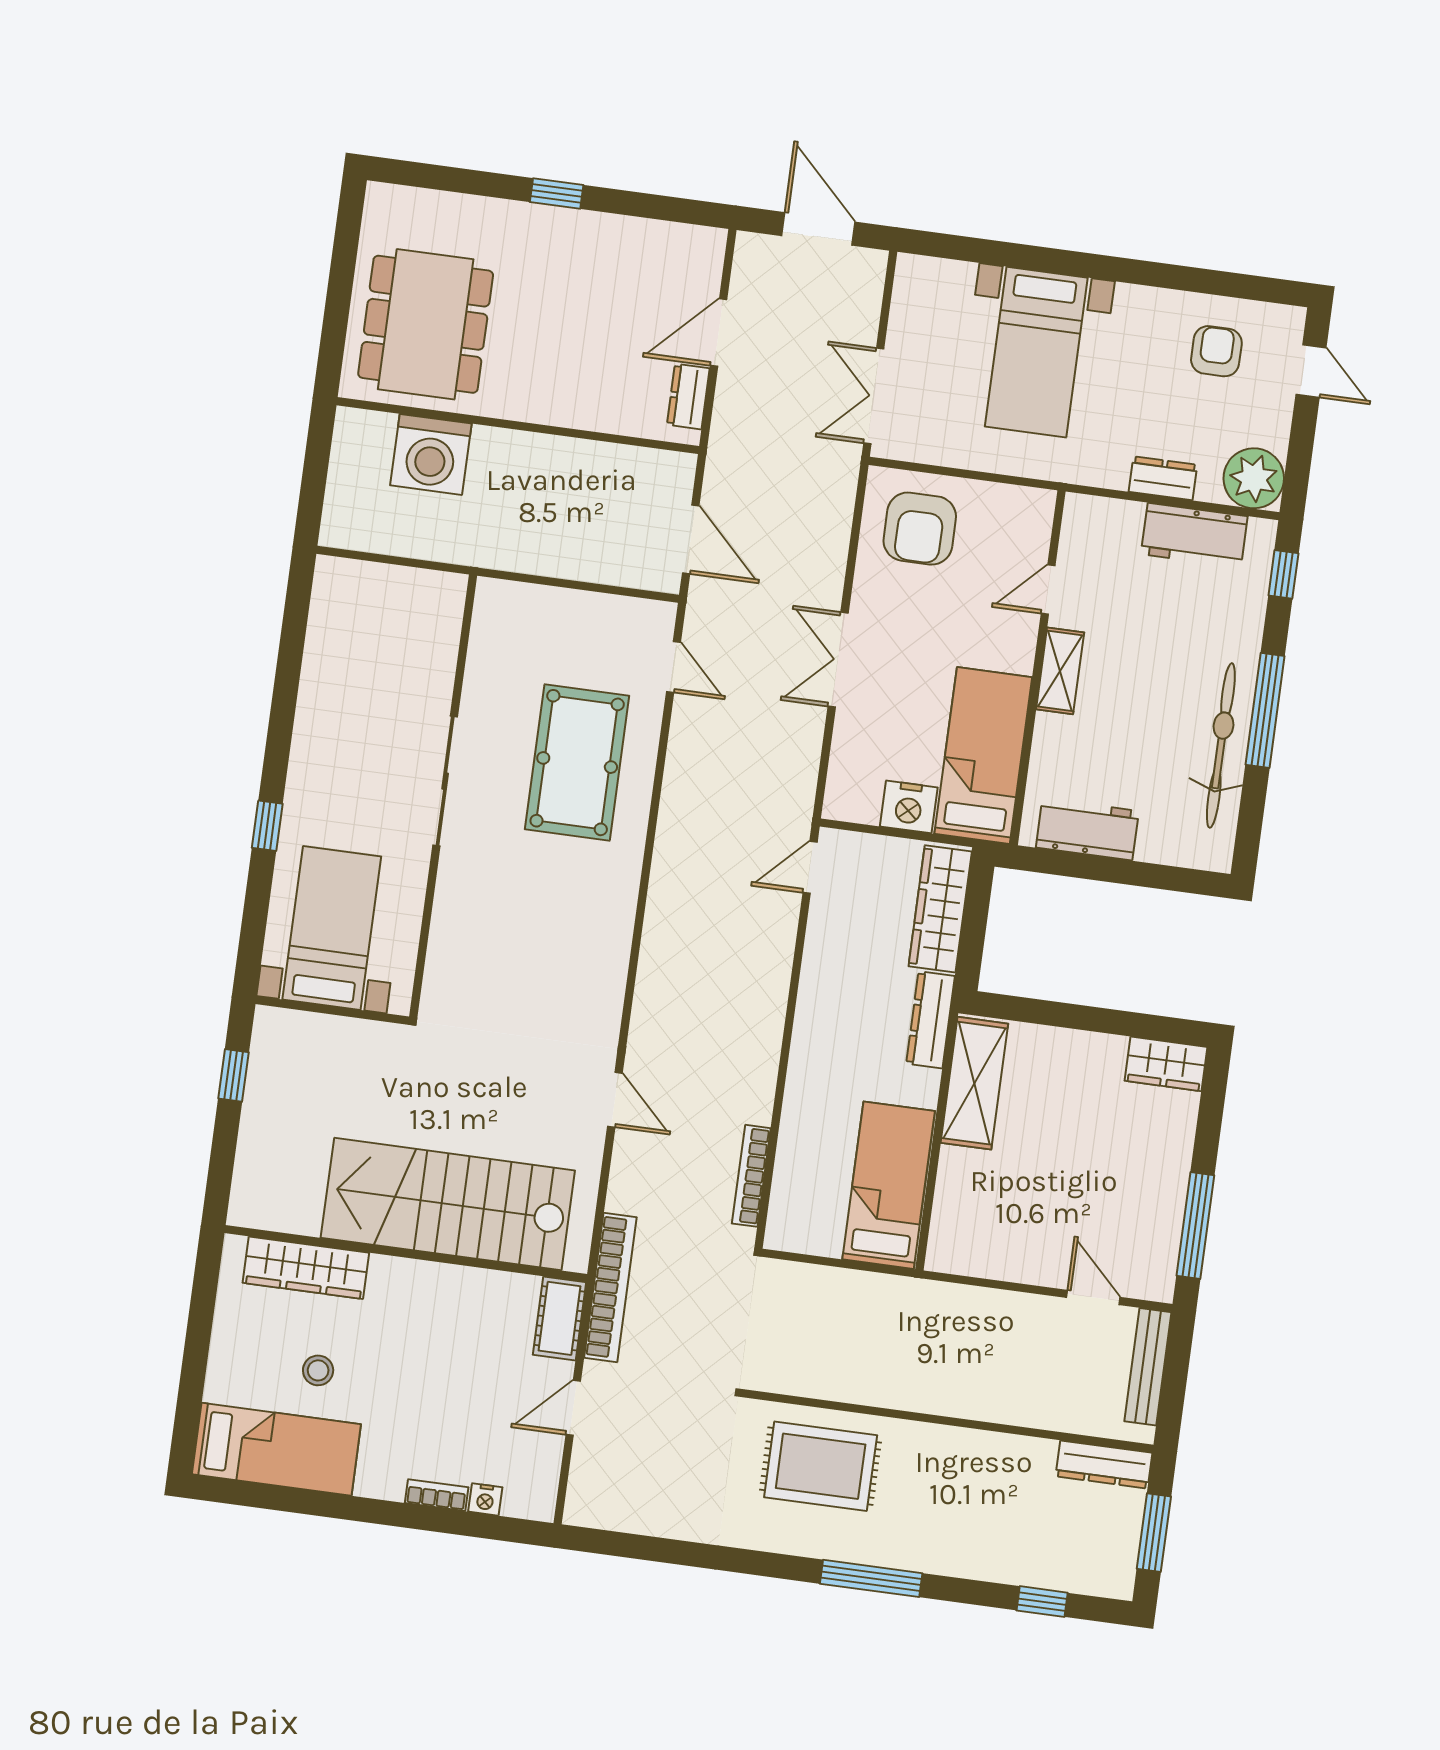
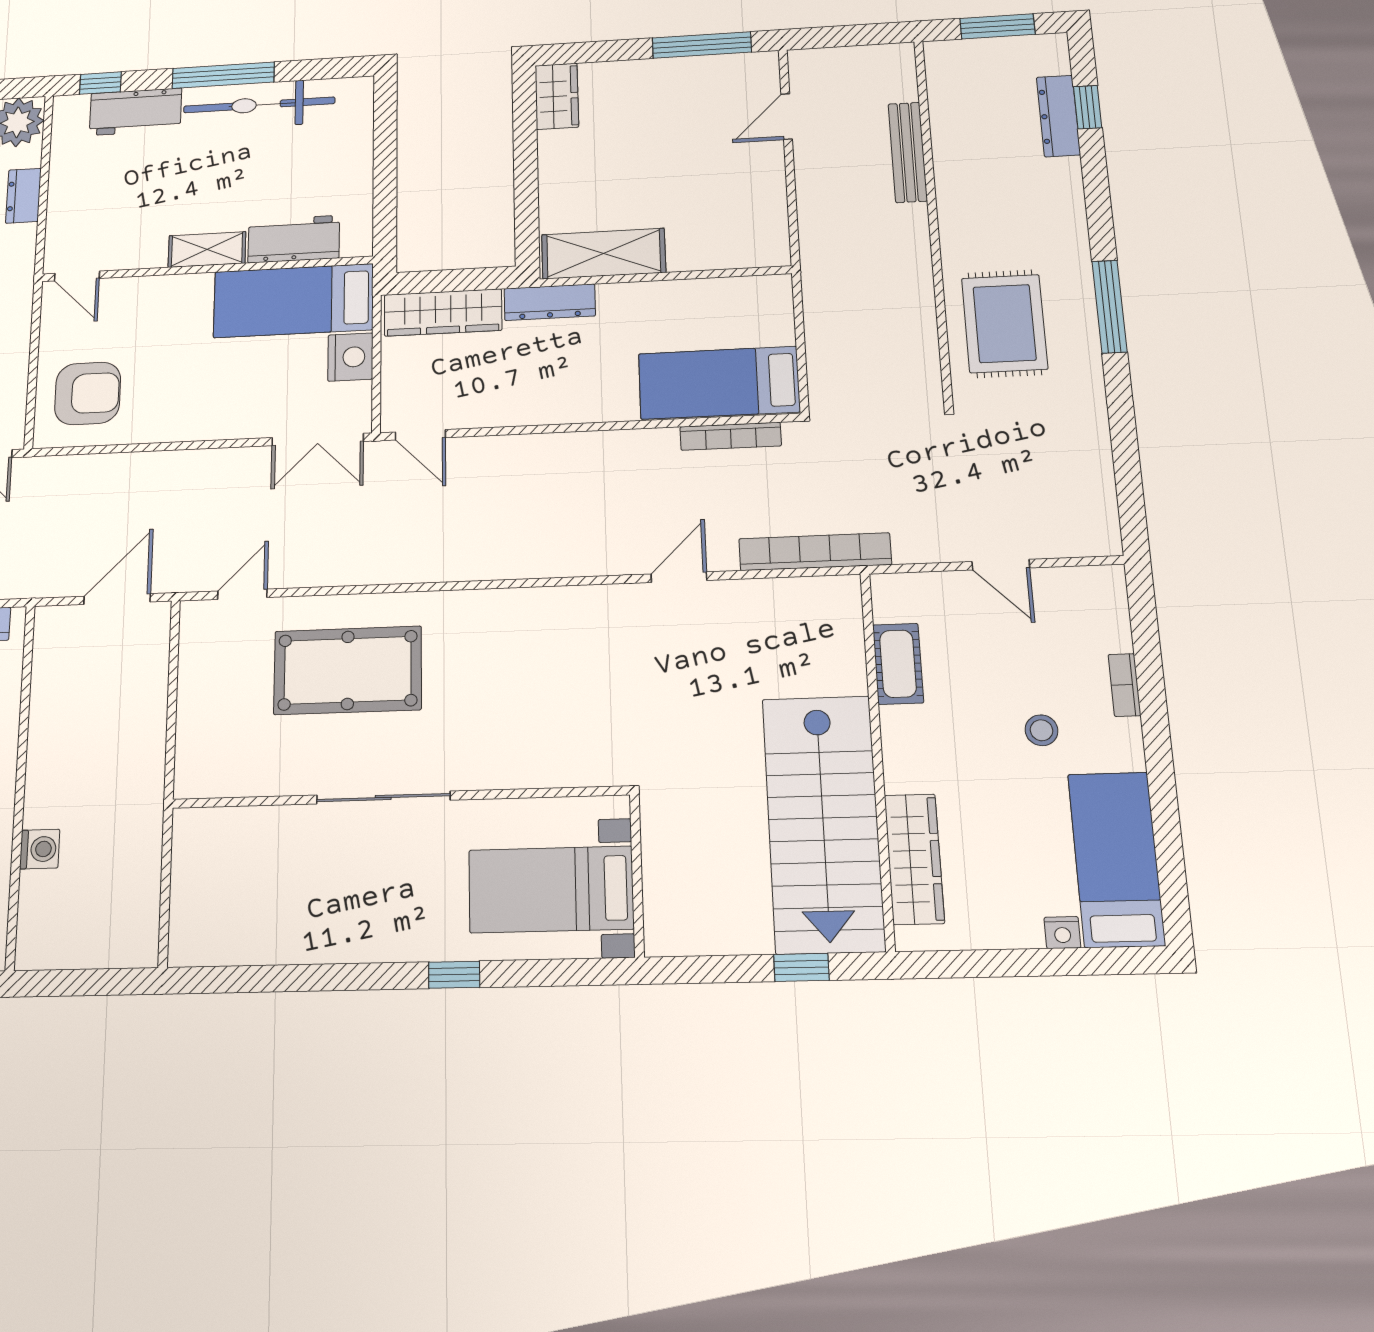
washing machine: (431, 454) -> (40, 849), width x0.53, depth x0.53
workbench: (1194, 535) -> (136, 112), moved, turned 90
door: (1048, 590) -> (77, 276), moved
double door: (838, 660) -> (318, 440), moved
workbench: (1087, 829) -> (294, 239), moved, turned 90
window: (233, 1075) -> (801, 967), moved
bed: (889, 1185) -> (719, 383), moved
stairs: (448, 1204) -> (823, 823), moved
bookcase: (610, 1287) -> (815, 552), moved
cot: (560, 1318) -> (898, 664), moved, turned 90
bench: (1148, 1367) -> (908, 152), moved, turned 90
stool: (318, 1370) -> (1041, 730), moved
dresser: (1104, 1465) -> (1058, 116), moved, turned 180
nightstand: (485, 1499) -> (1062, 933), moved, turned 90
window: (871, 1578) -> (1109, 307), moved

